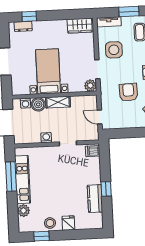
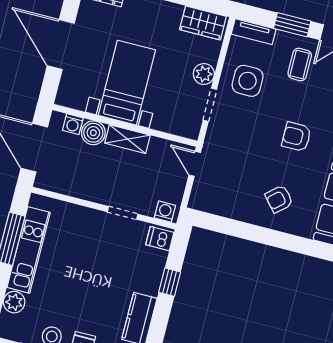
plant: (90, 86) -> (204, 74), moved
armchair: (128, 92) -> (250, 159), removed
door: (100, 117) -> (195, 164), moved
washing machine: (46, 138) -> (165, 212), moved
window: (106, 189) -> (170, 282), moved

